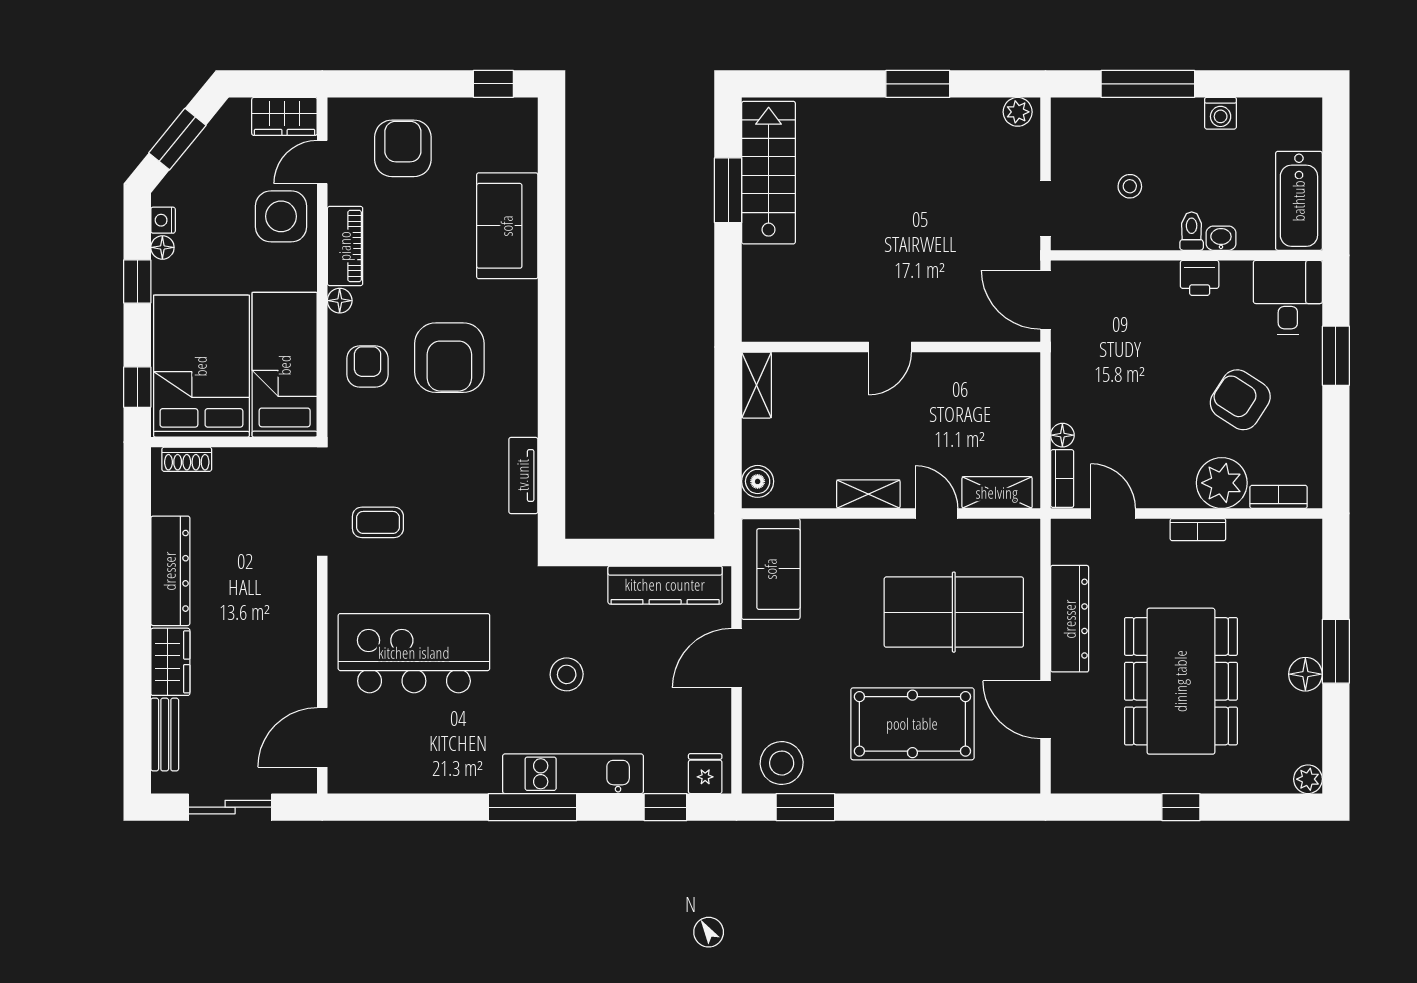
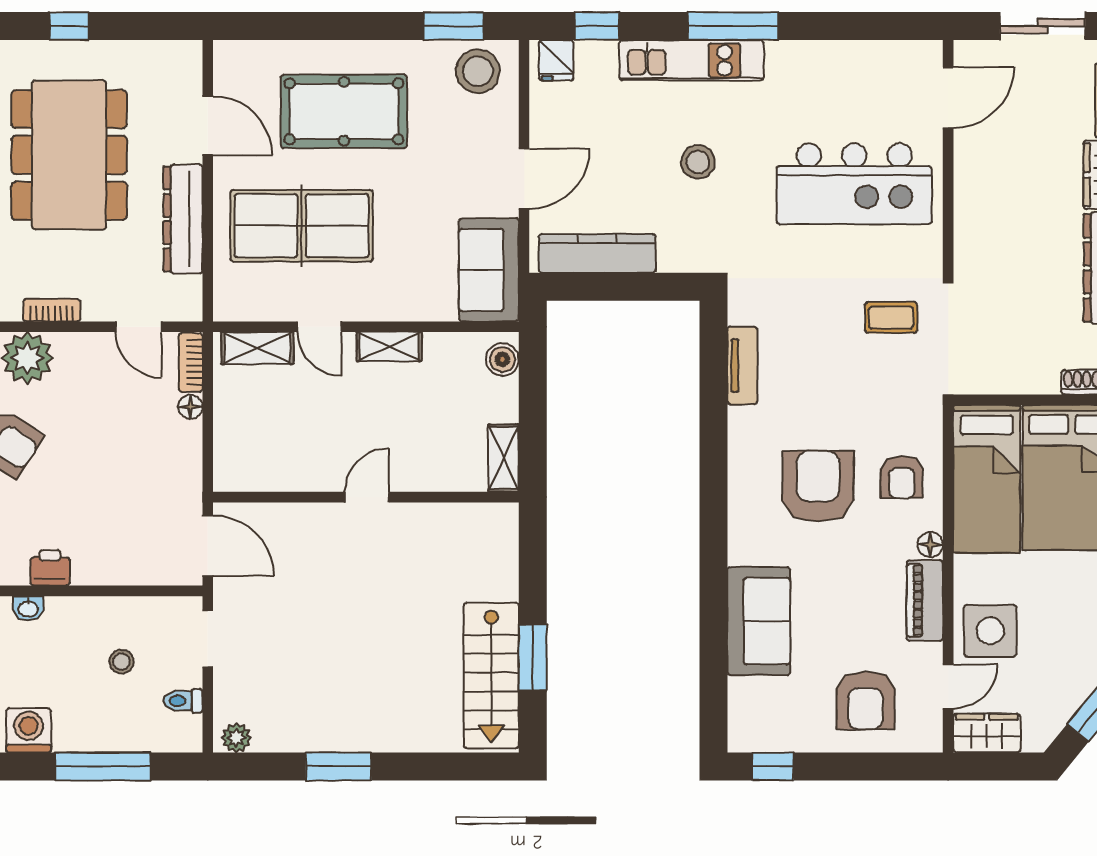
washing machine: (1221, 113) -> (29, 730), width x1.38, depth x1.38
toilet: (1192, 231) -> (183, 701), moved, turned 90

